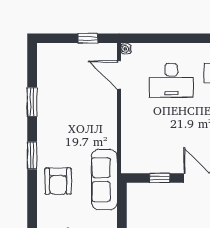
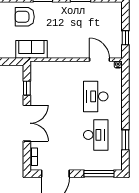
door: (119, 75) -> (100, 60), hinge flipped
sofa: (104, 180) -> (31, 49), width x0.73

